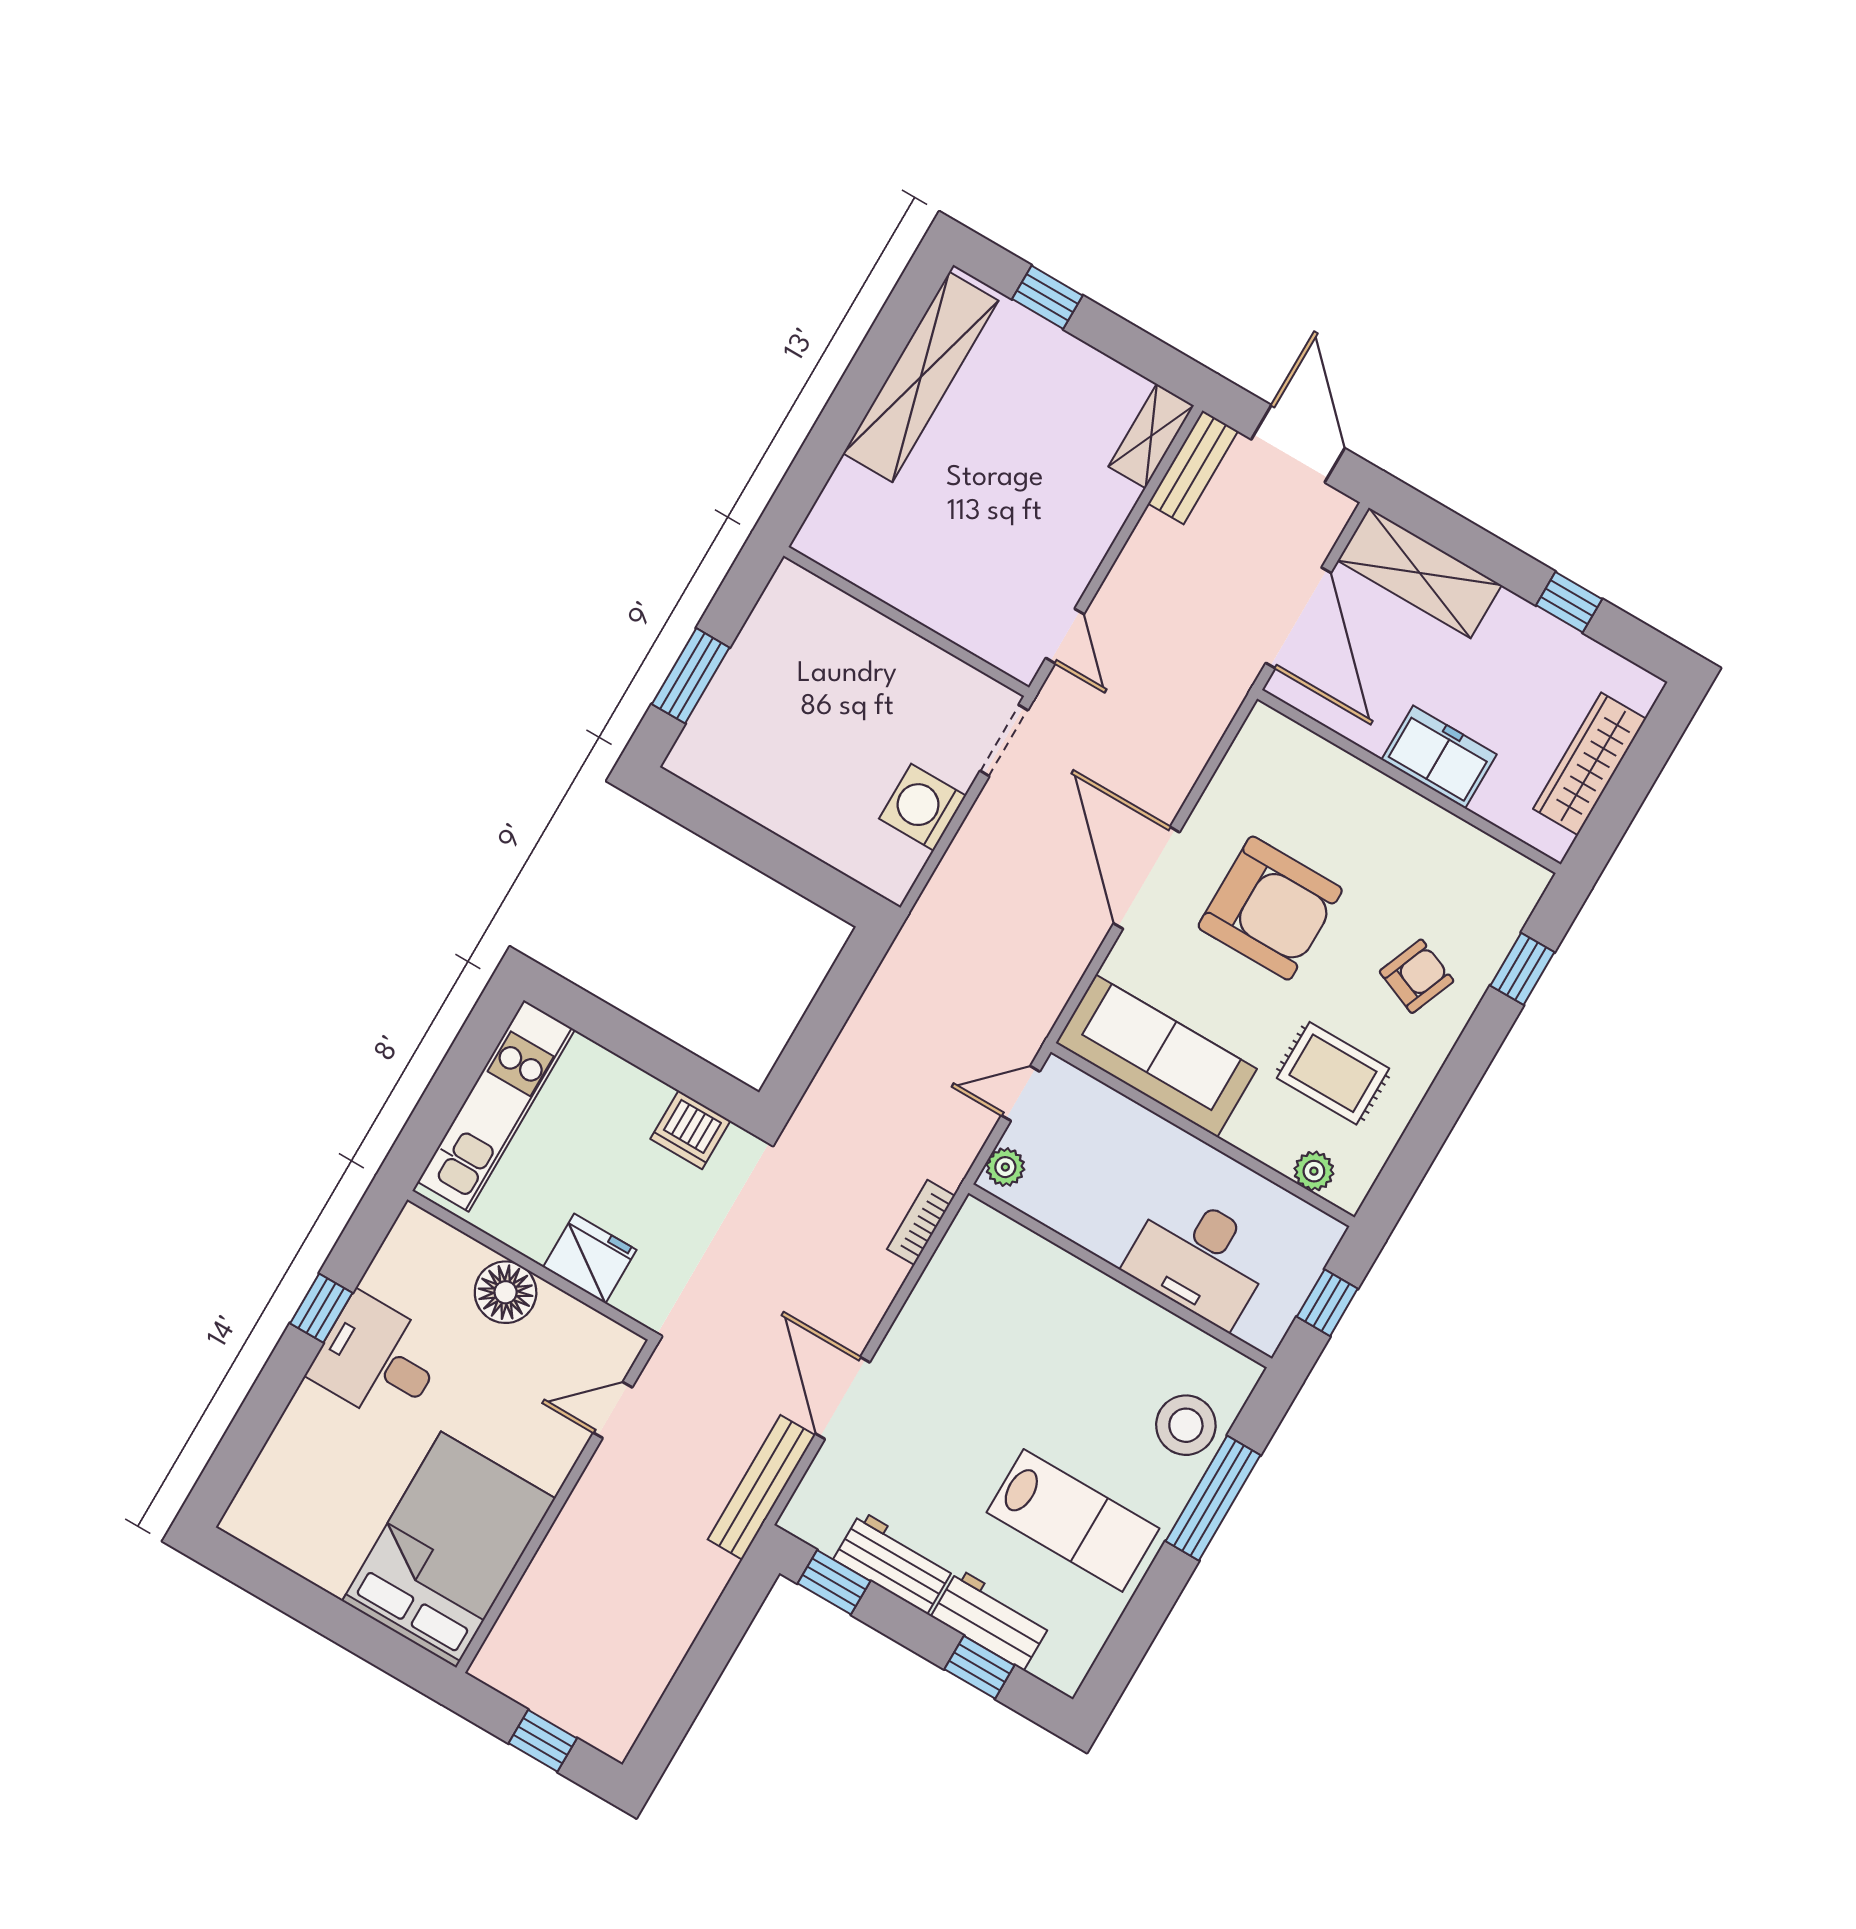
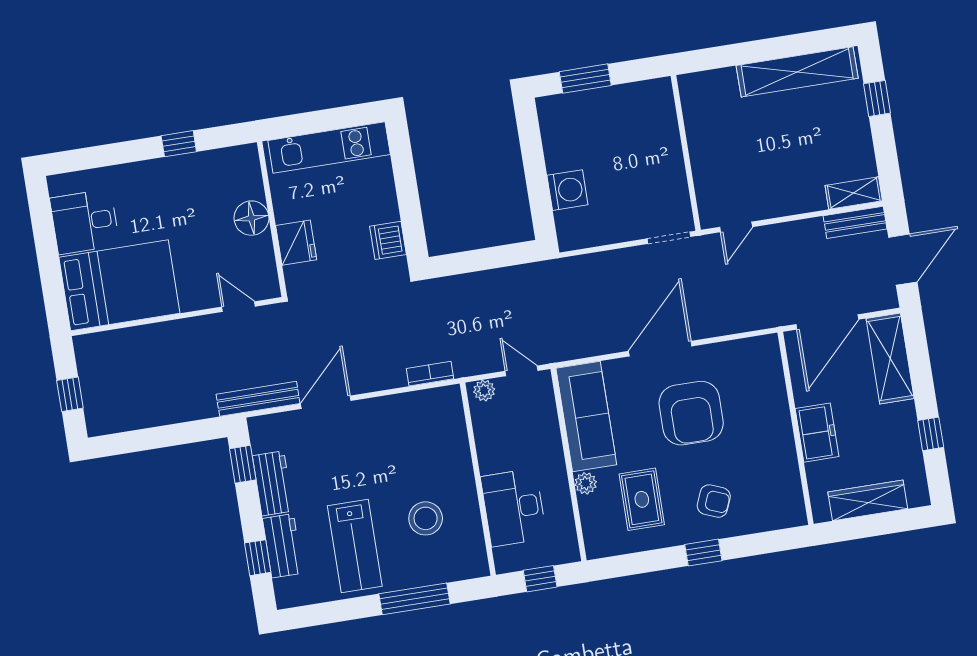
washing machine: (922, 807) -> (567, 190), moved, turned 90
window: (1522, 969) -> (703, 553), moved
plant: (1314, 1171) -> (586, 483), moved
desk: (377, 1360) -> (85, 222), moved, turned -90
stool: (1186, 1425) -> (426, 518), moved

